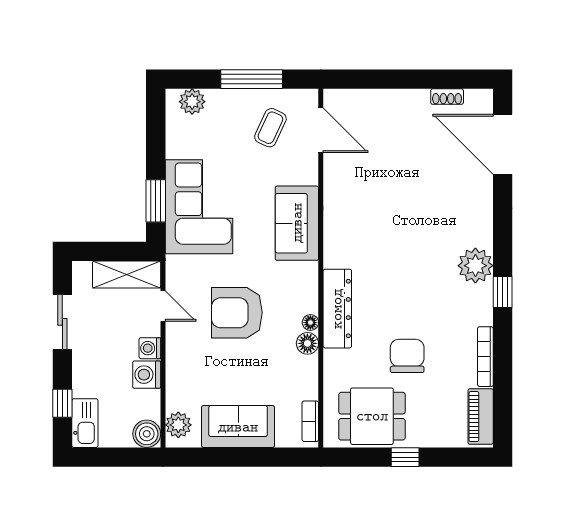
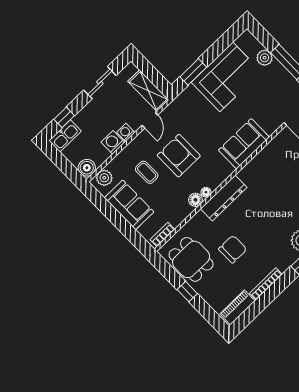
plant: (192, 102) -> (265, 58), moved
coffee table: (270, 128) -> (147, 172), moved, turned 65
corner sofa: (199, 207) -> (226, 77), moved

